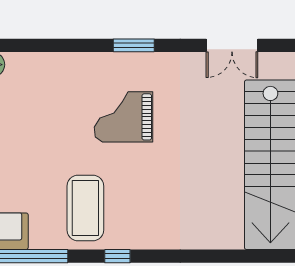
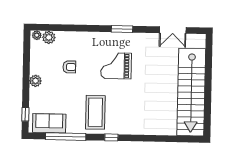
armchair: (33, 121) -> (69, 67), added

